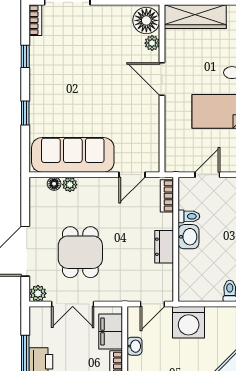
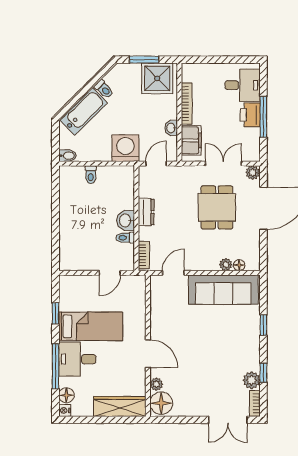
plant: (39, 48) -> (251, 380), added

